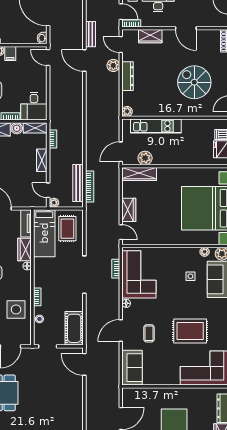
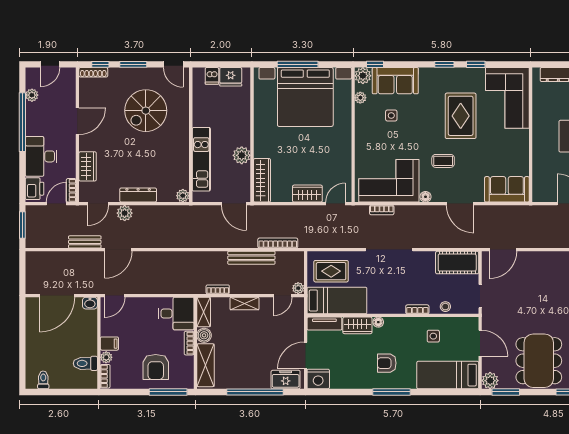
plant: (145, 158) -> (242, 155), moved
bench: (78, 183) -> (251, 258), moved
side table: (16, 309) -> (433, 336), width x0.54, depth x0.54
coffee table: (149, 333) -> (443, 161), moved

